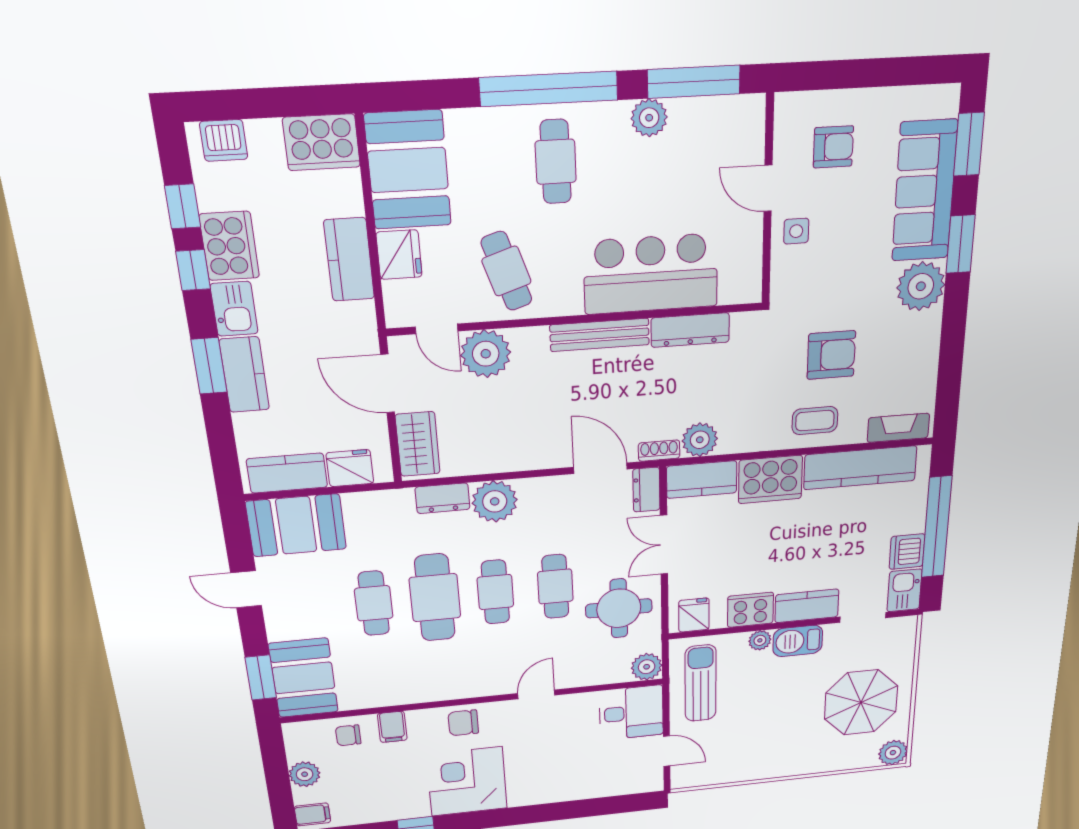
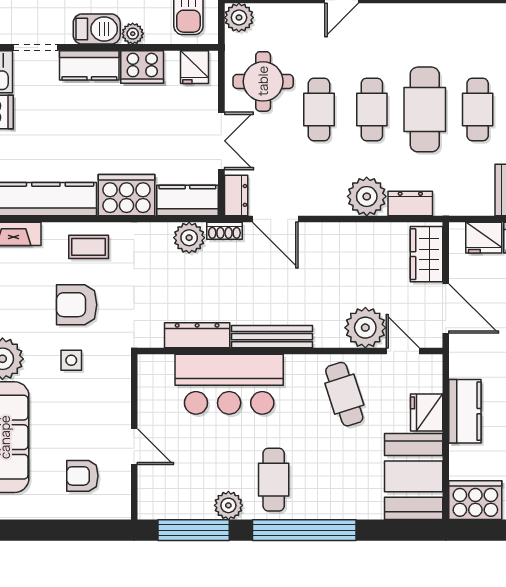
cafe table: (556, 162) -> (274, 480), moved
side table: (796, 231) -> (71, 360), moved

